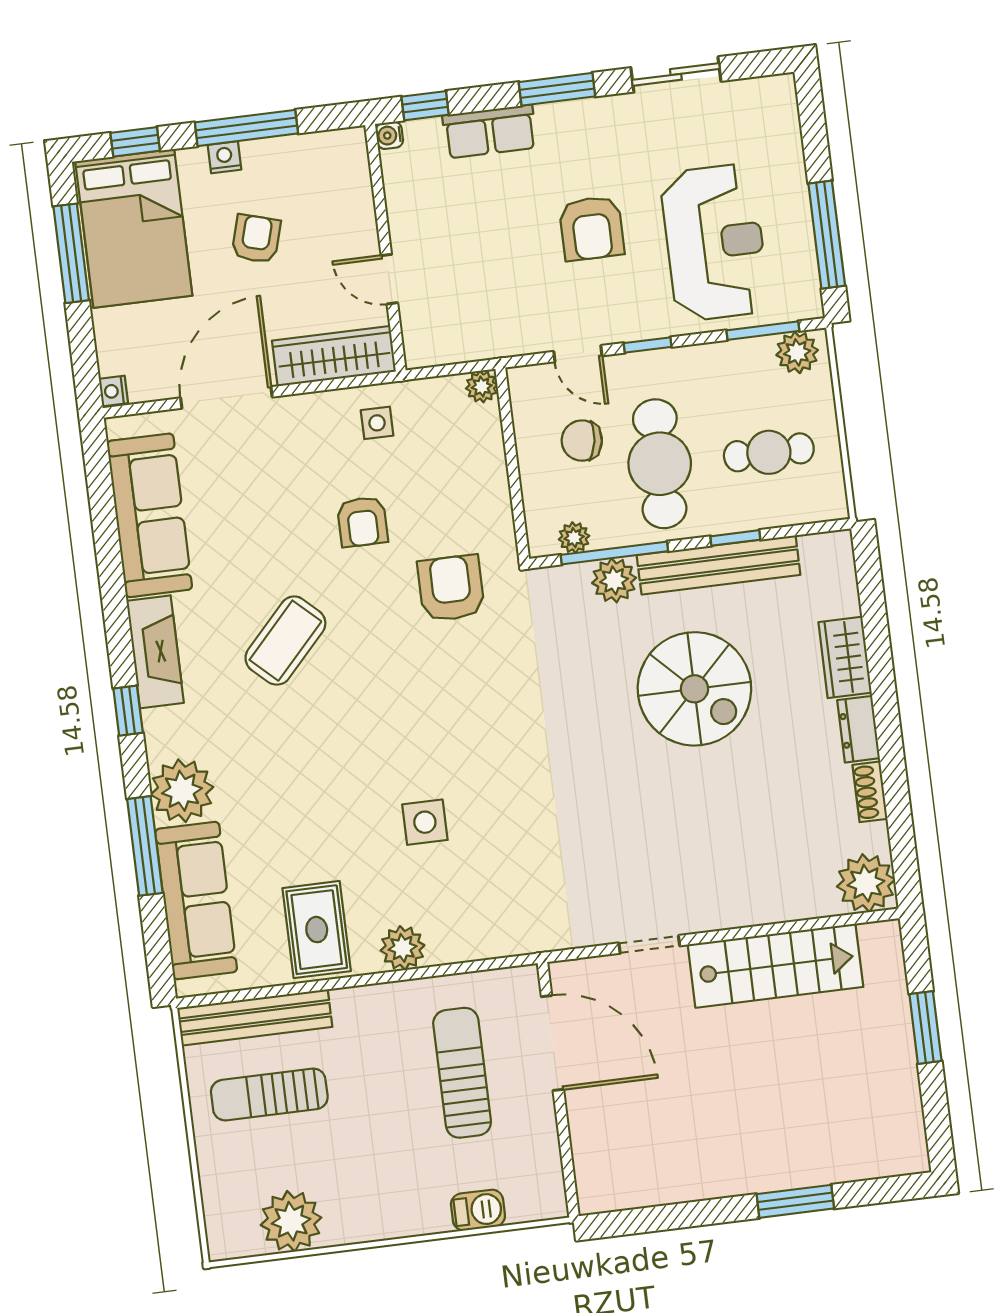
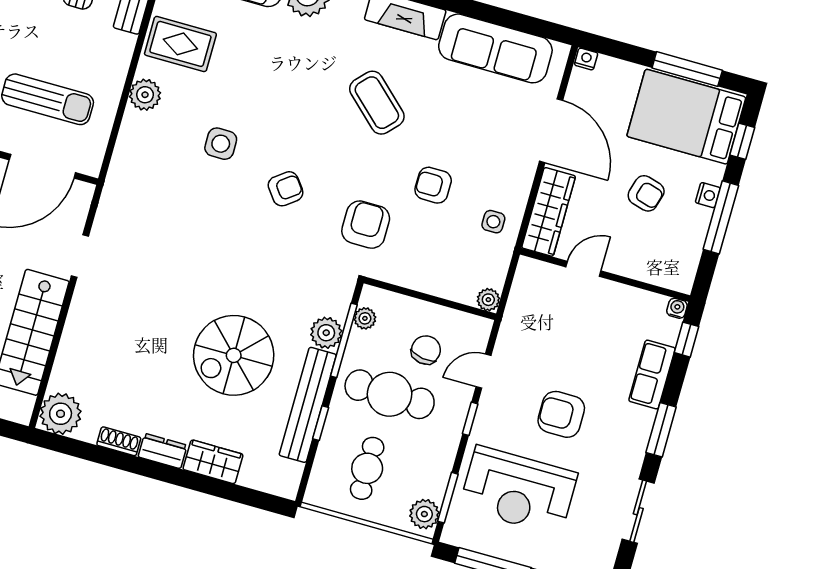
armchair: (451, 588) -> (366, 225), turned -90
armchair: (448, 713) -> (286, 189), added

